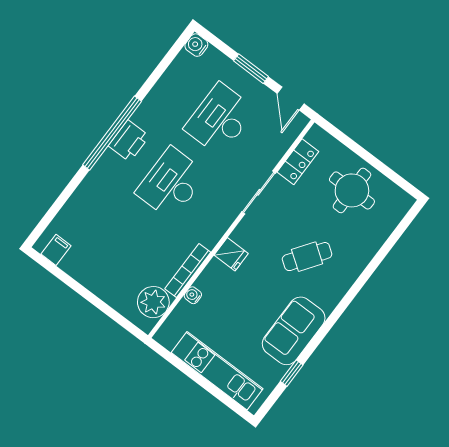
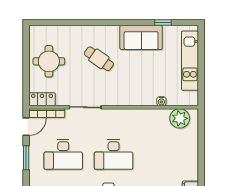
locker: (298, 162) -> (42, 99), moved
fridge: (231, 254) -> (126, 98), removed
bookcase: (188, 270) -> (47, 113), moved

